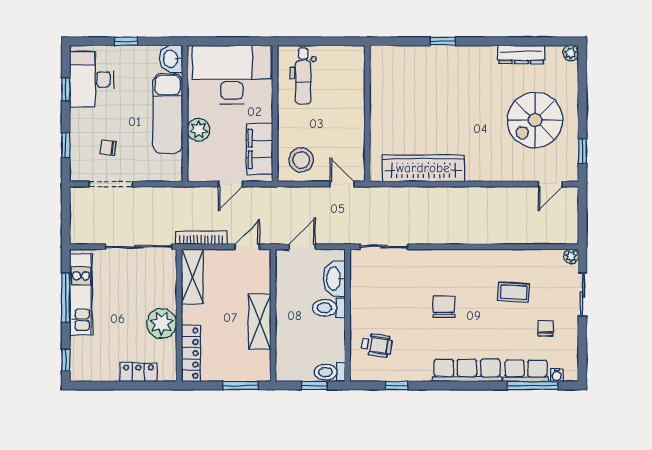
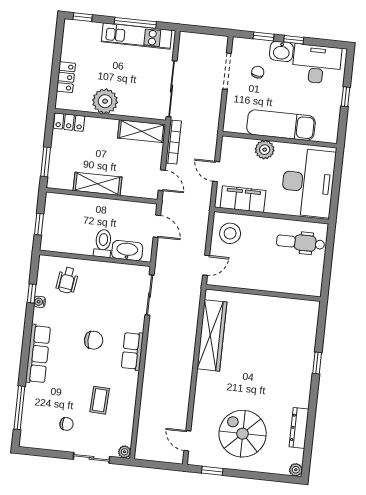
washbasin: (171, 59) -> (281, 51), moved, turned 180
window: (66, 89) -> (294, 40), moved
locker: (191, 353) -> (69, 122), width x0.66
row of seats: (526, 371) -> (132, 351), moved, turned 180
toilet: (330, 372) -> (49, 238), removed
water cooler: (557, 375) -> (40, 302), moved

